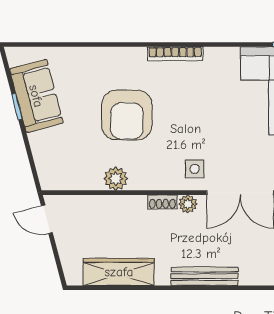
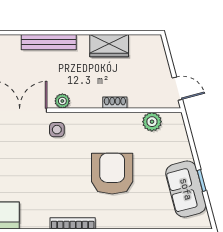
plant: (116, 179) -> (152, 122), moved
shoe rack: (162, 202) -> (115, 103), moved
wardrobe: (119, 272) -> (109, 46), width x0.67

